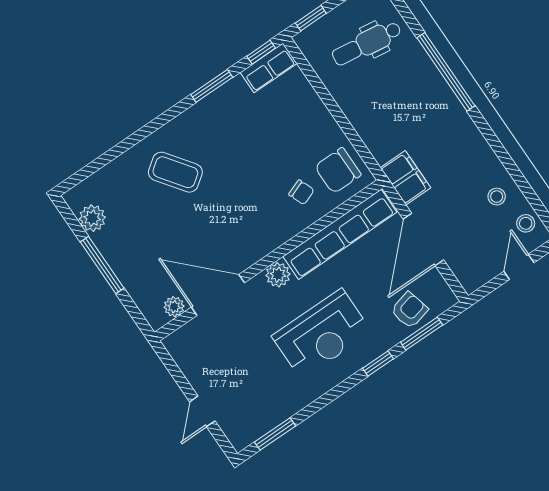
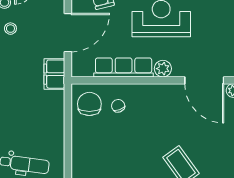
chair: (338, 171) -> (89, 104), turned -90
row of seats: (340, 234) -> (124, 67), width x0.73

